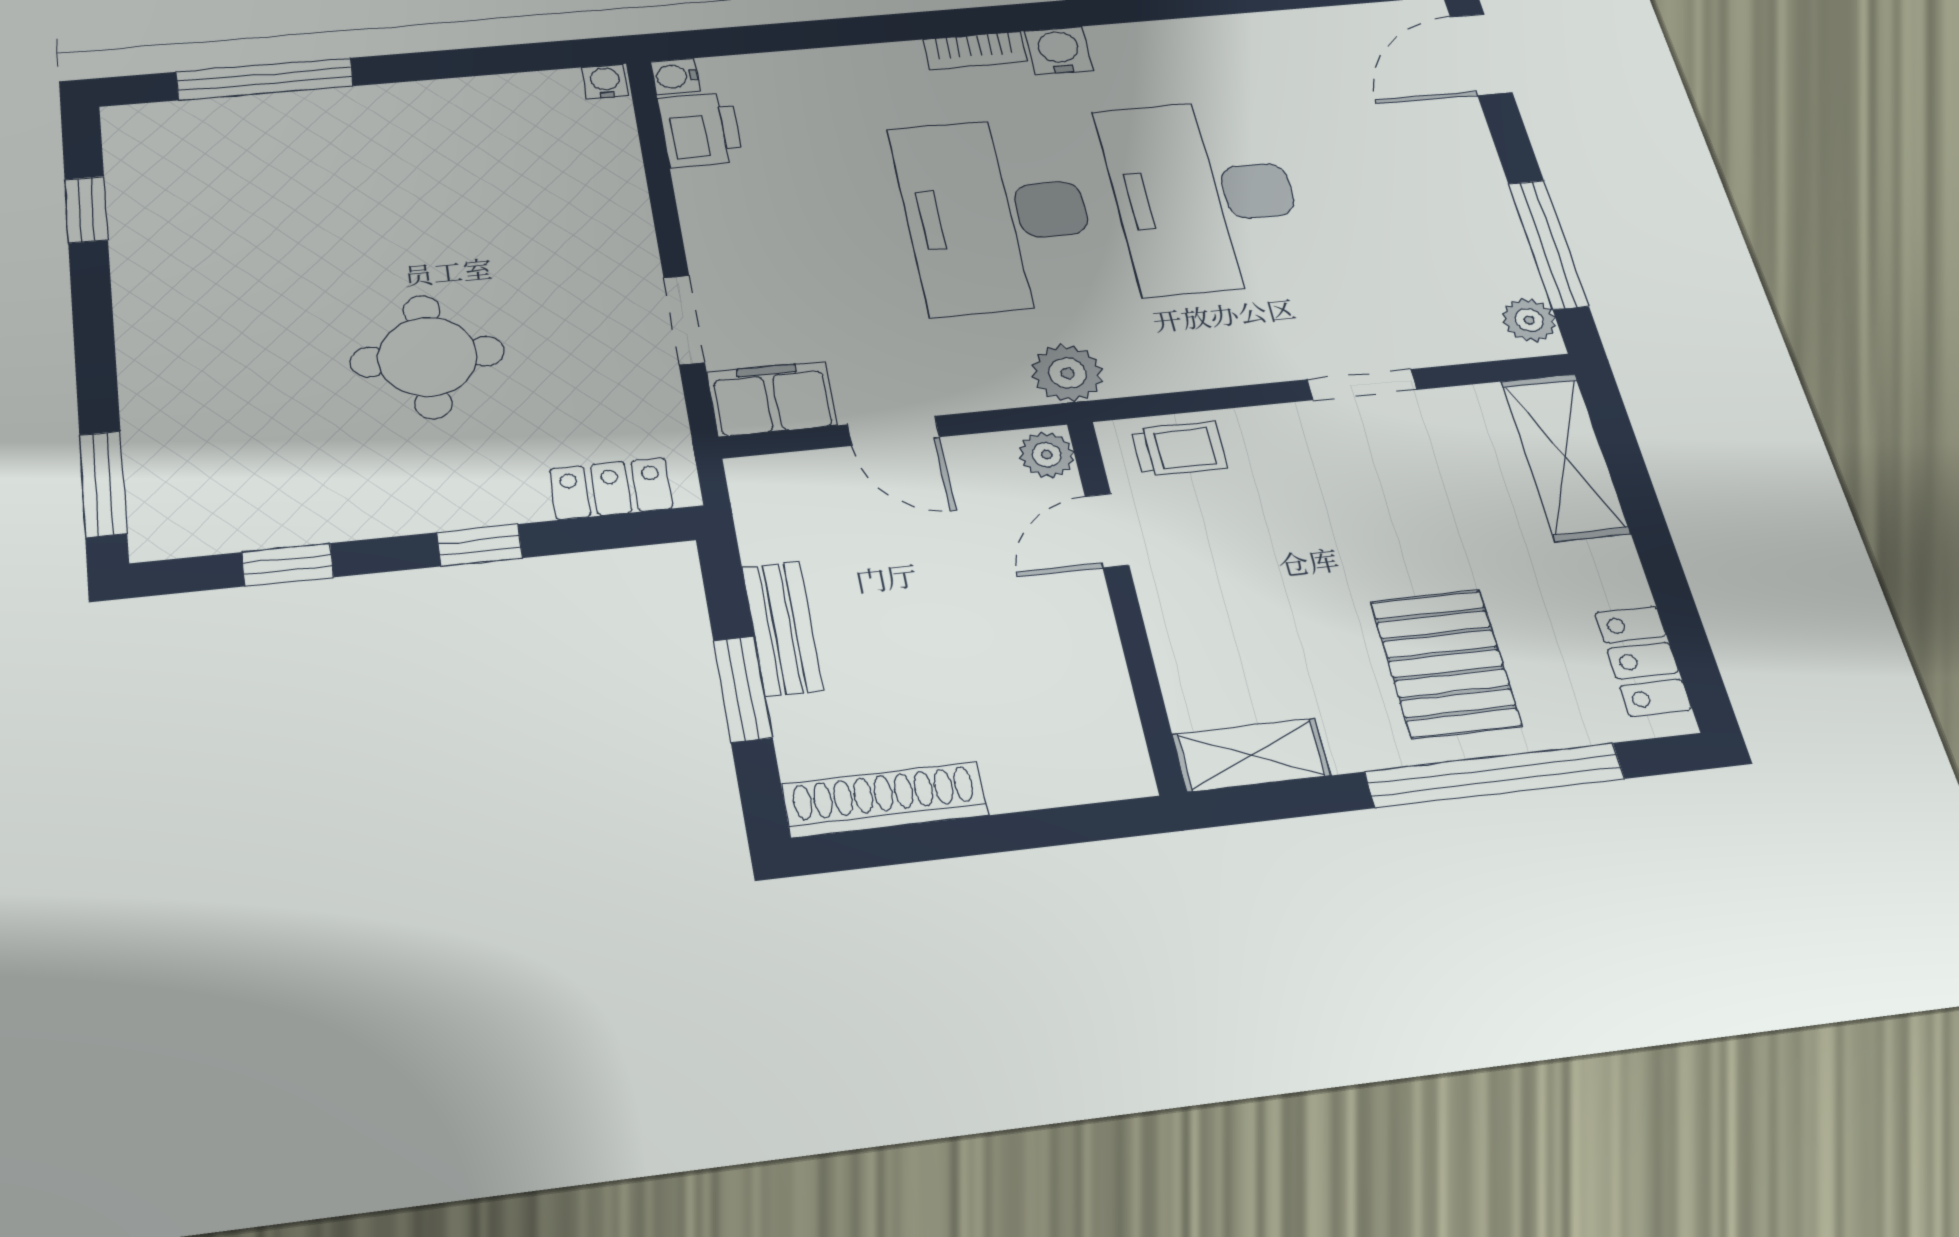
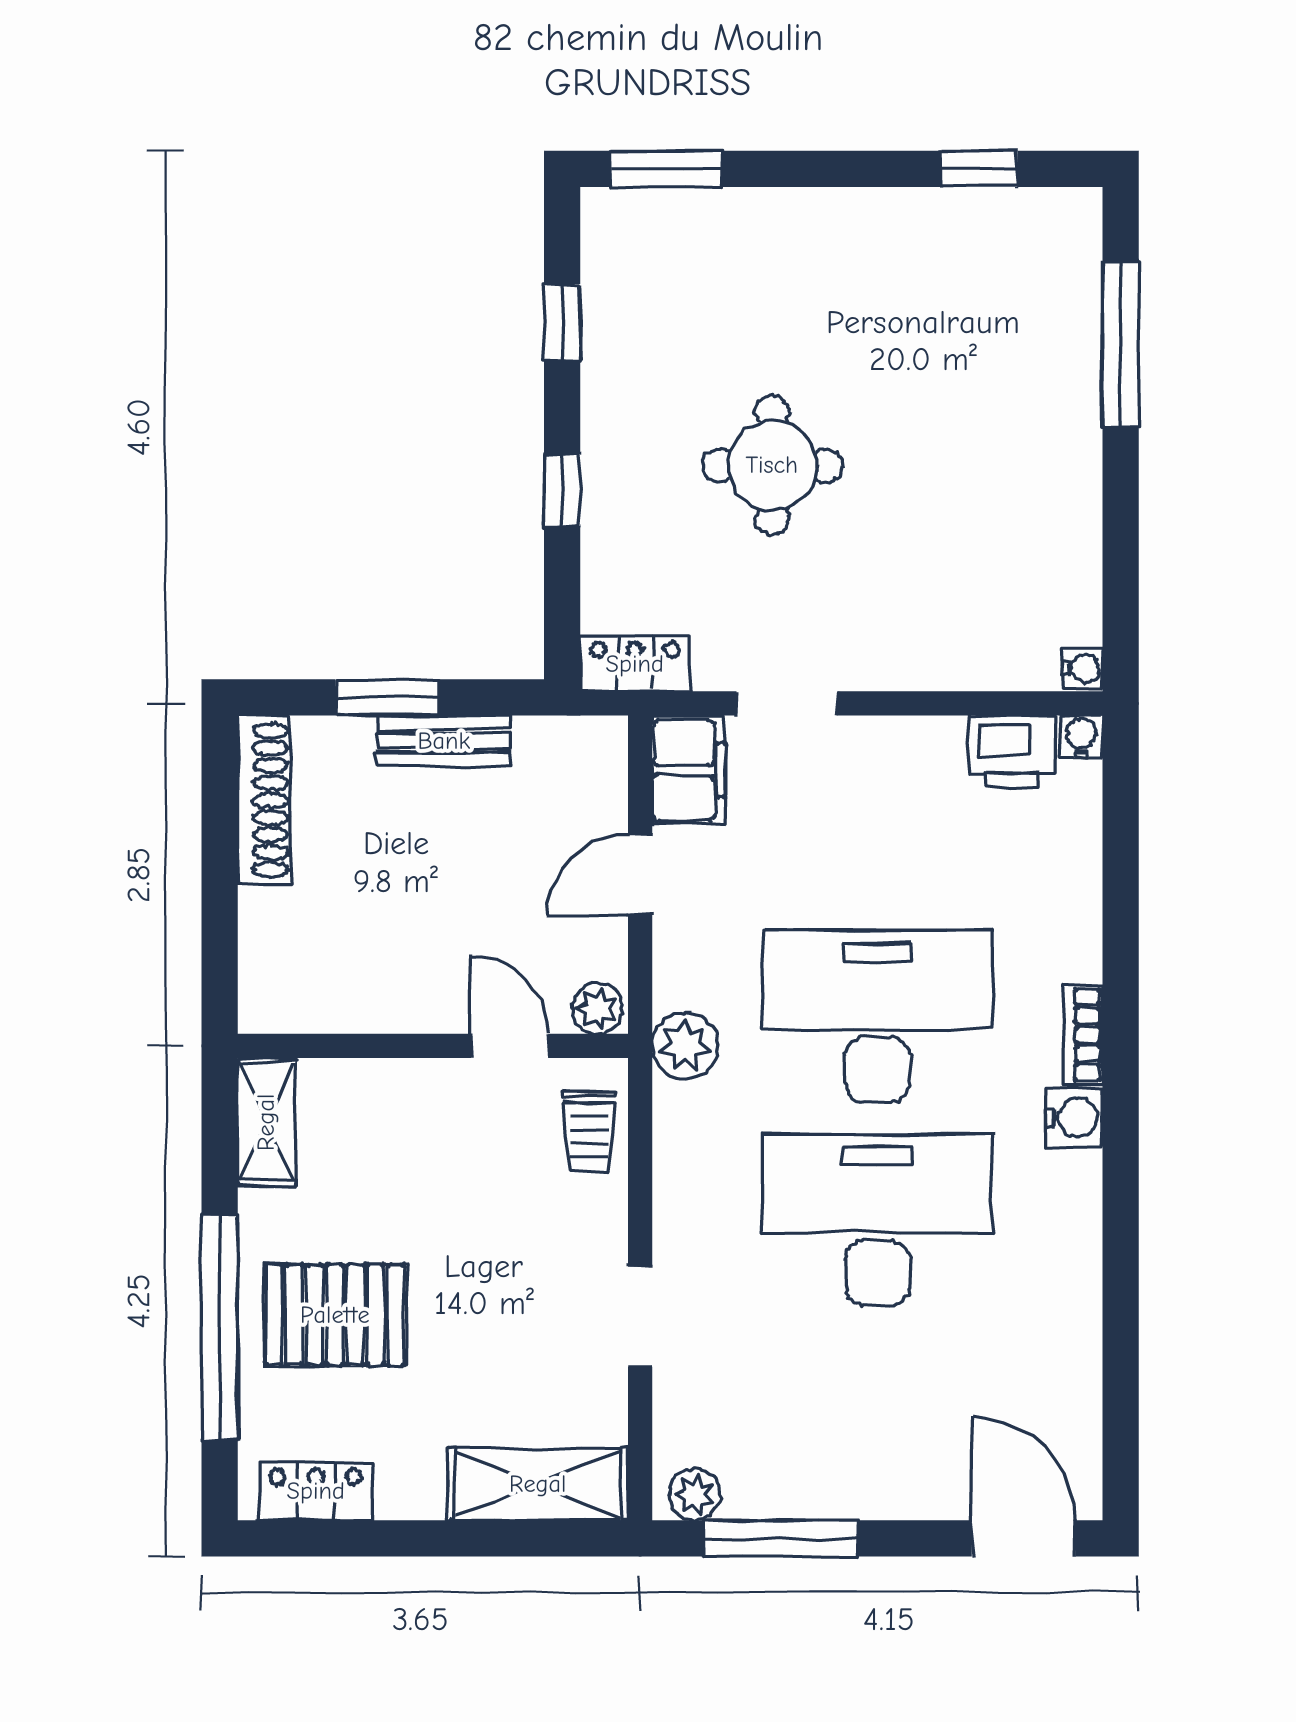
locker: (611, 489) -> (635, 664), moved, turned -90

